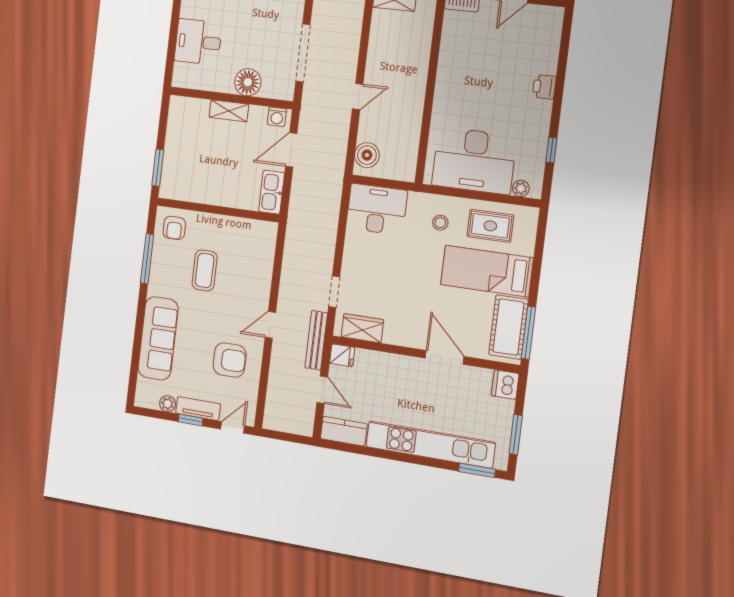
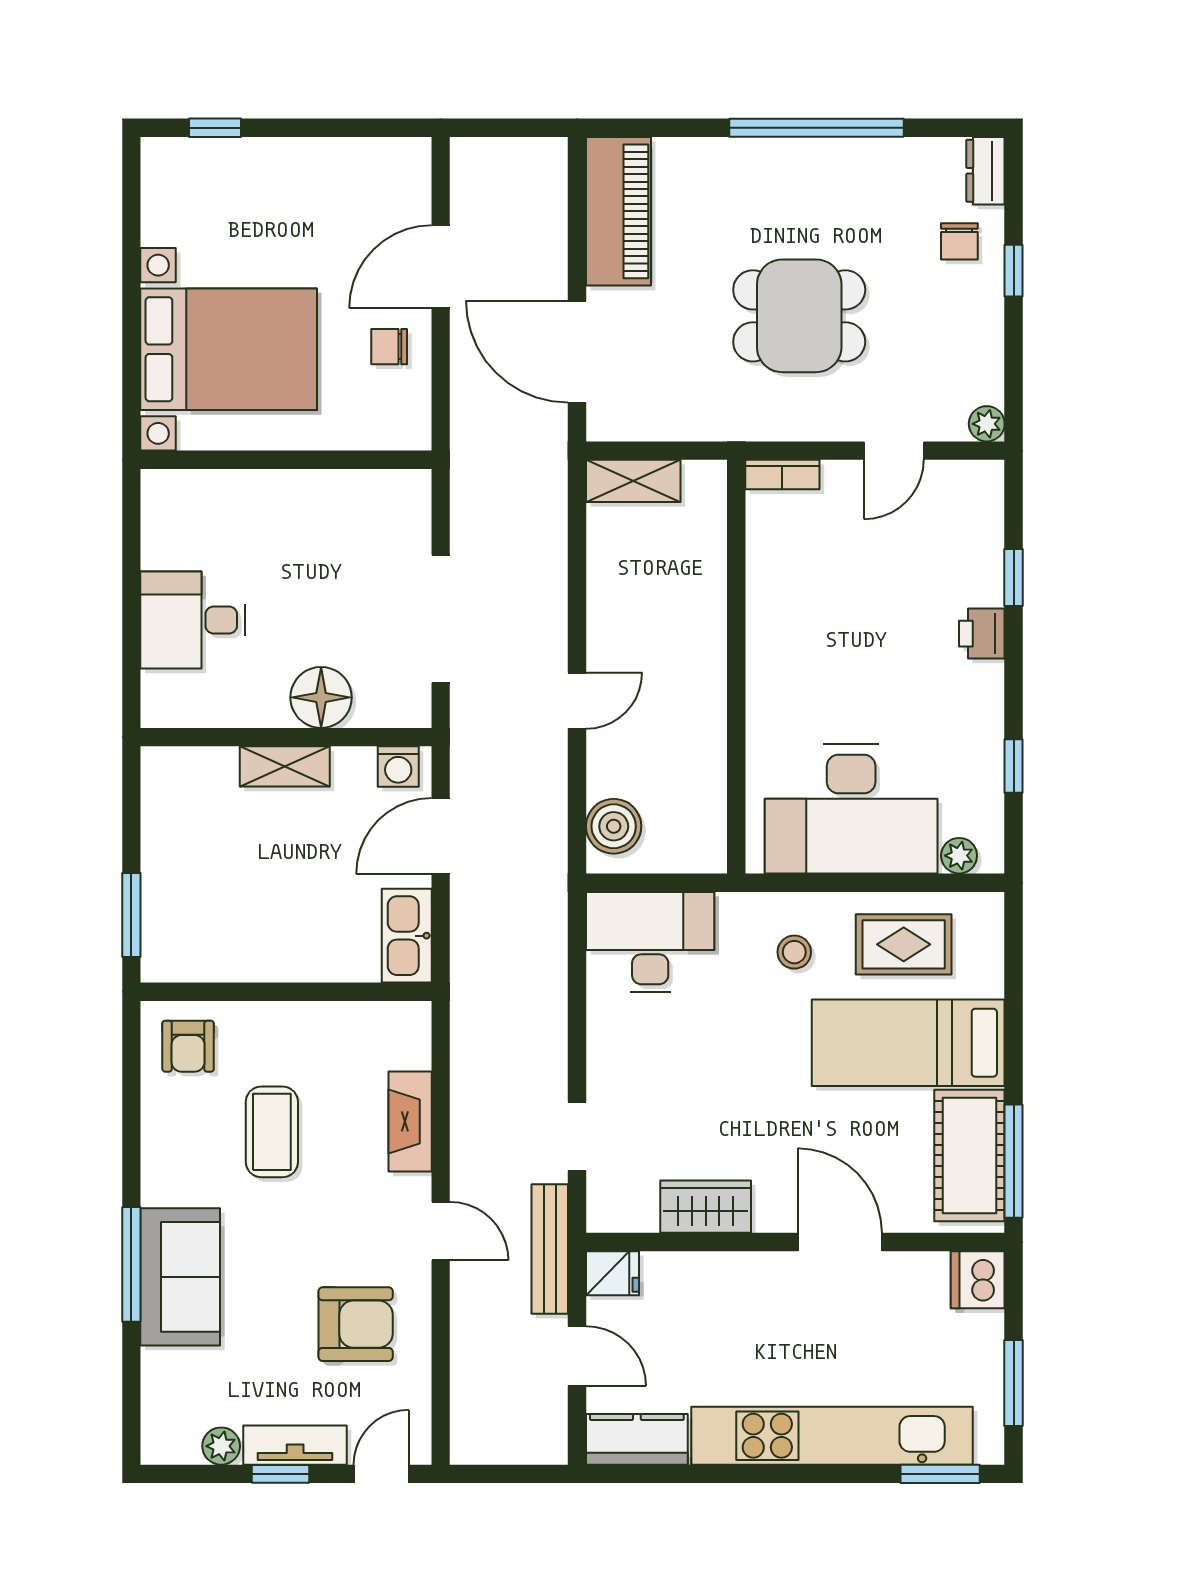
window: (562, 62) -> (1014, 577), added
window: (147, 259) -> (131, 1264), moved
fireplace: (263, 275) -> (410, 1121), added
door: (270, 325) -> (441, 1231), swing flipped
wardrobe: (362, 328) -> (706, 1207), moved
sofa: (158, 338) -> (180, 1277), width x0.73

